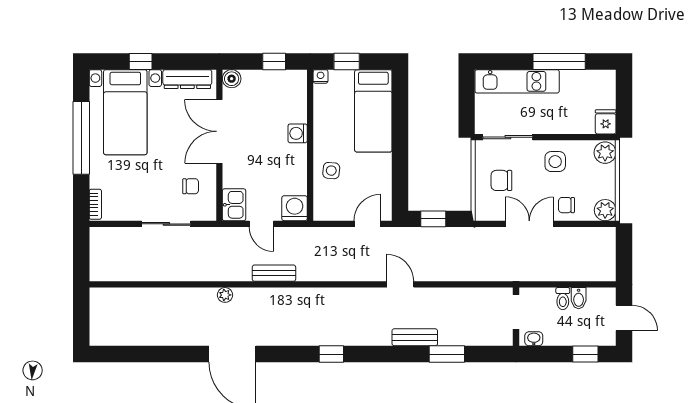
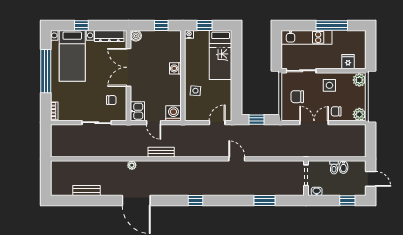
fridge: (606, 122) -> (348, 62), moved
bench: (415, 337) -> (86, 190), moved

